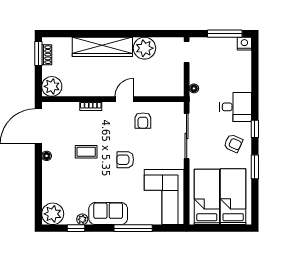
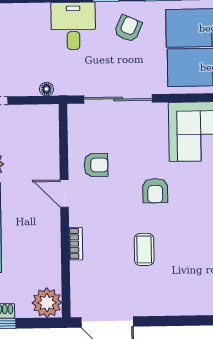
floor lamp: (47, 156) -> (151, 309), removed

